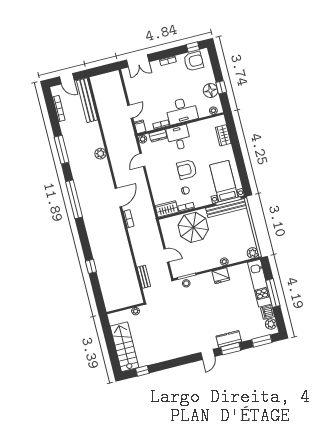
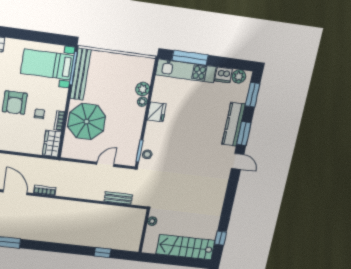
plant: (253, 253) -> (143, 89), moved
window: (91, 266) -> (103, 253), moved
window: (273, 293) -> (190, 58), moved
kitchen counter: (229, 339) -> (234, 124), width x1.50

